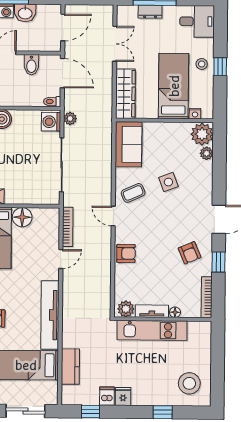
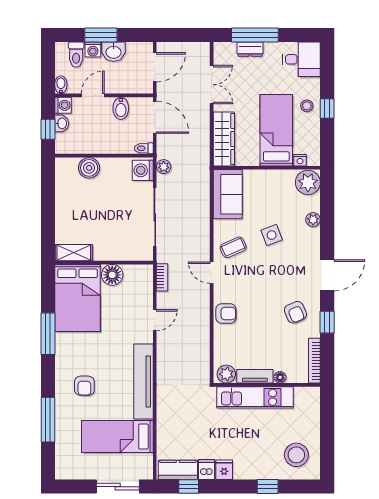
plant: (207, 153) -> (313, 220), moved
bookcase: (68, 227) -> (162, 277), width x0.64
kitchen counter: (70, 367) -> (178, 470), moved, turned -90

